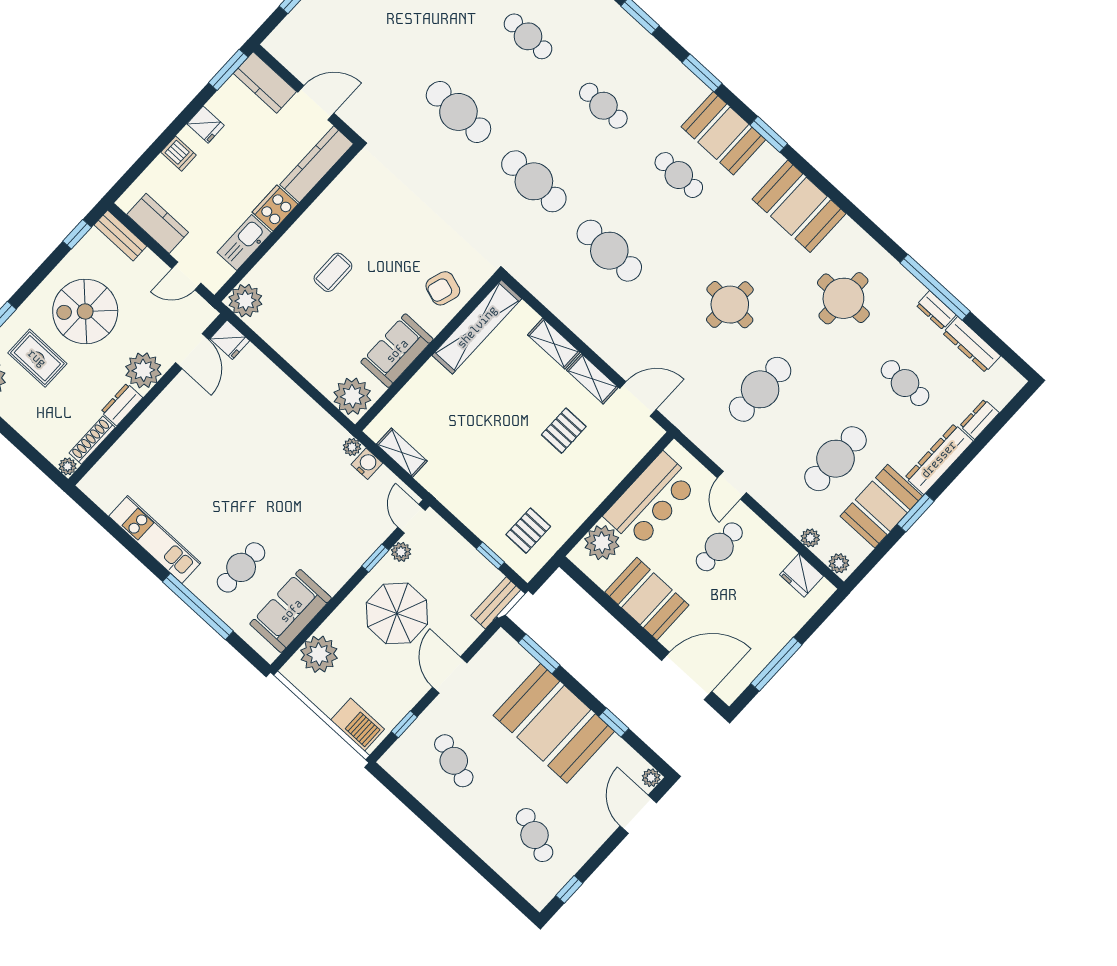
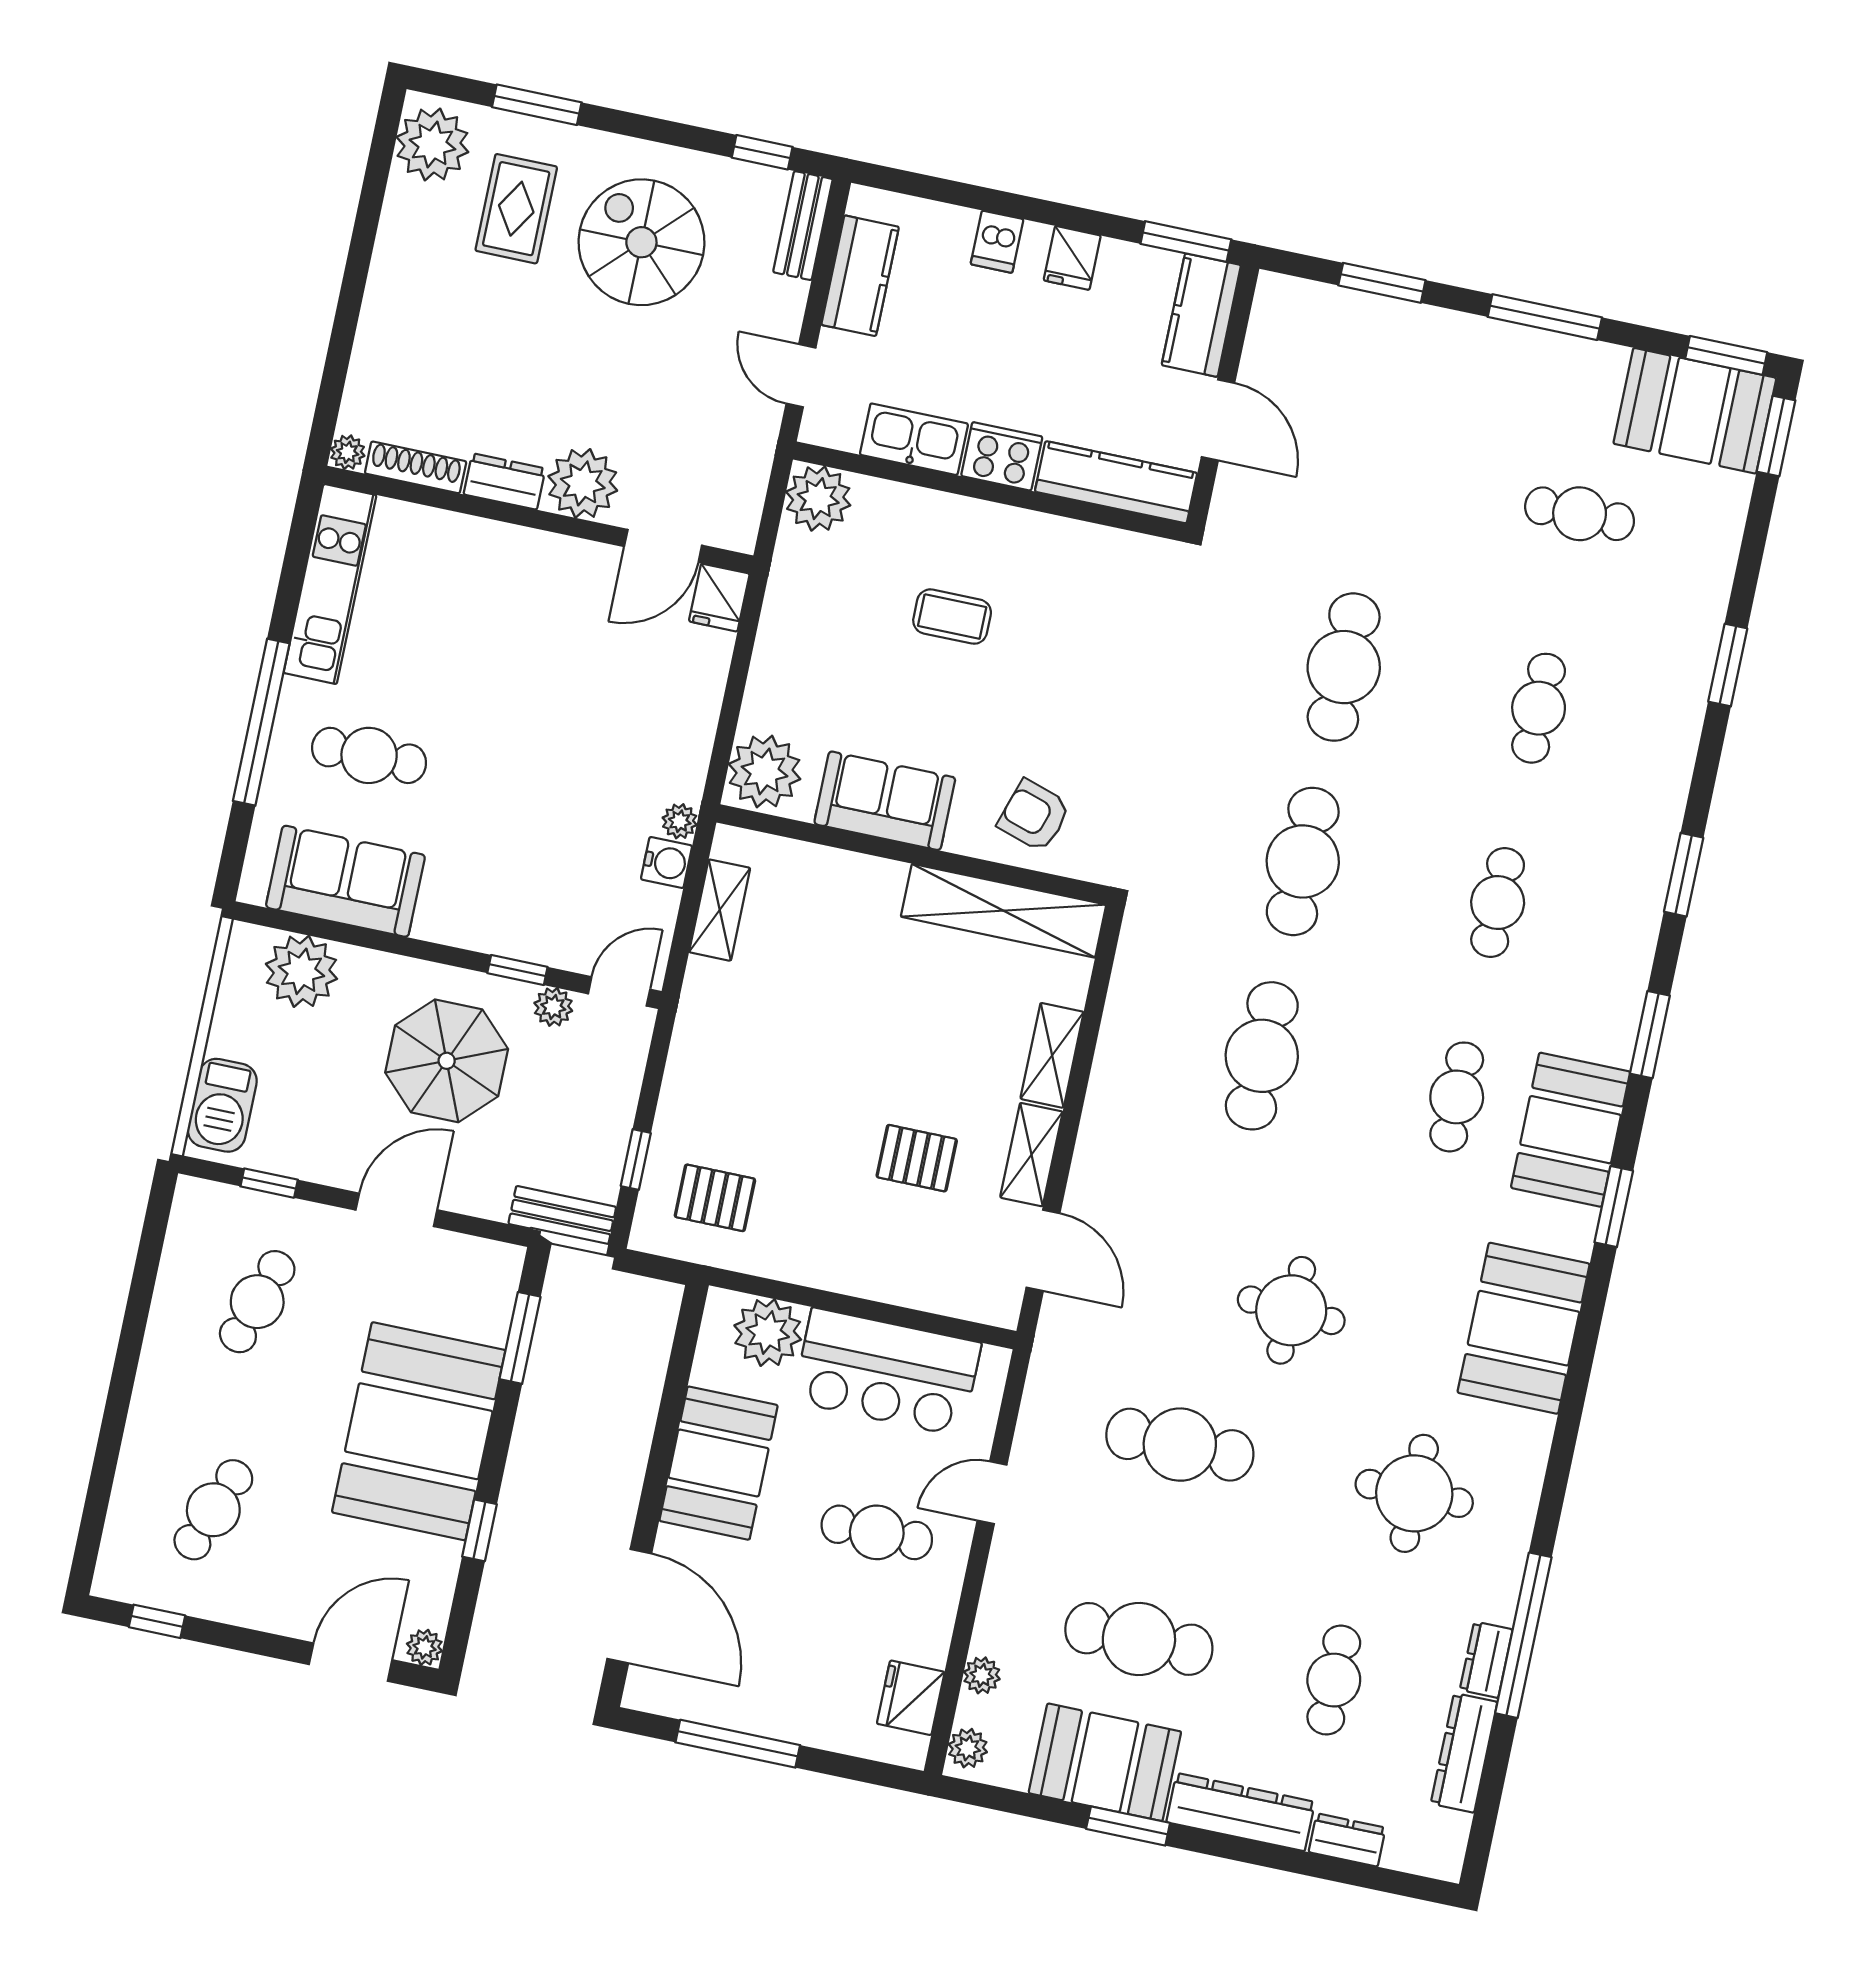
fridge: (230, 340) -> (719, 598), moved
door: (192, 351) -> (663, 546), moved
plant: (143, 370) -> (583, 483), moved
wall: (148, 399) -> (538, 520), moved
dresser: (122, 404) -> (504, 481), moved
shoe rack: (92, 440) -> (416, 467), moved
plant: (68, 466) -> (348, 452), moved

